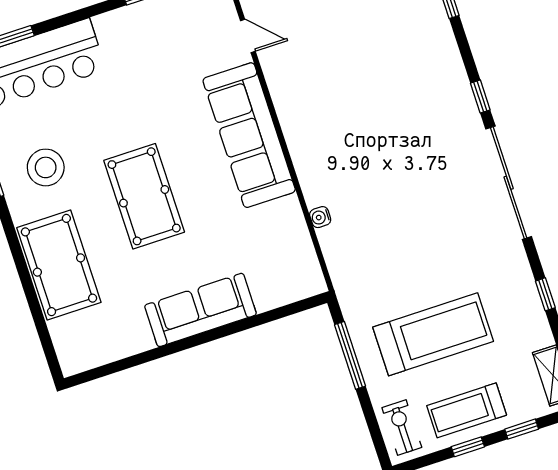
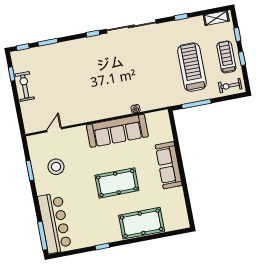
sofa: (249, 135) -> (117, 131), moved
stool: (46, 167) -> (56, 167), moved
treadmill: (467, 410) -> (226, 57), turned 180

